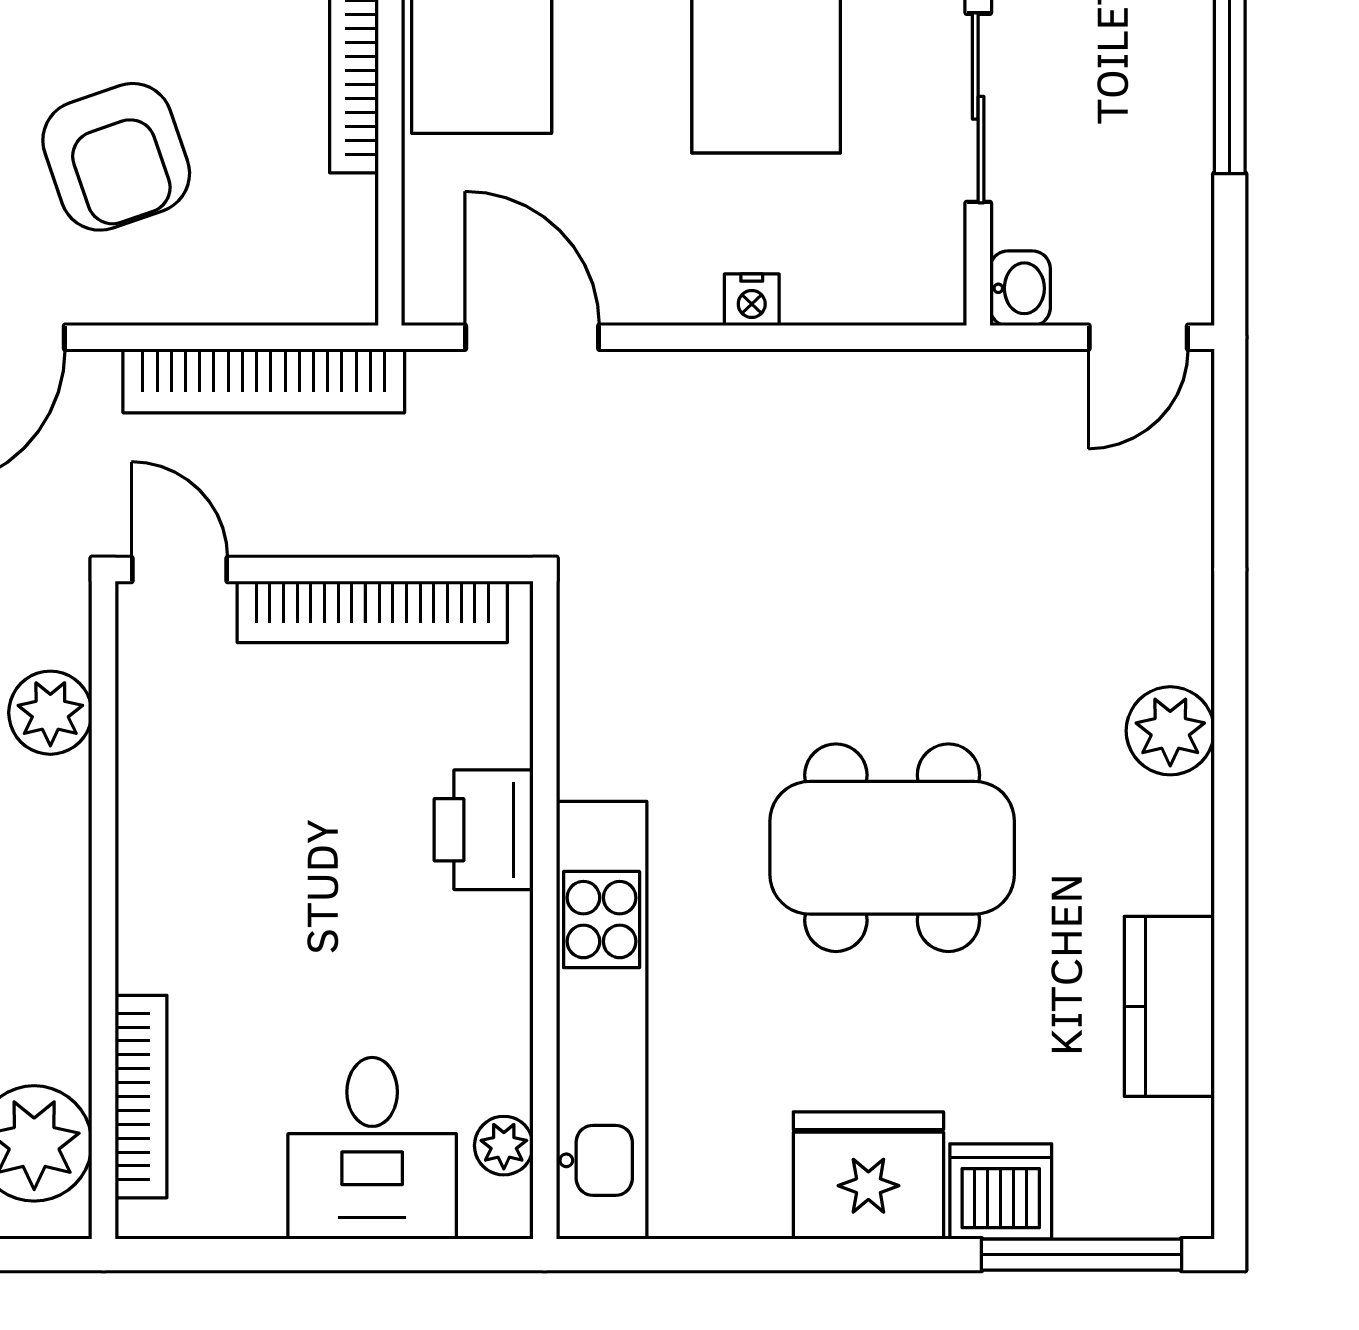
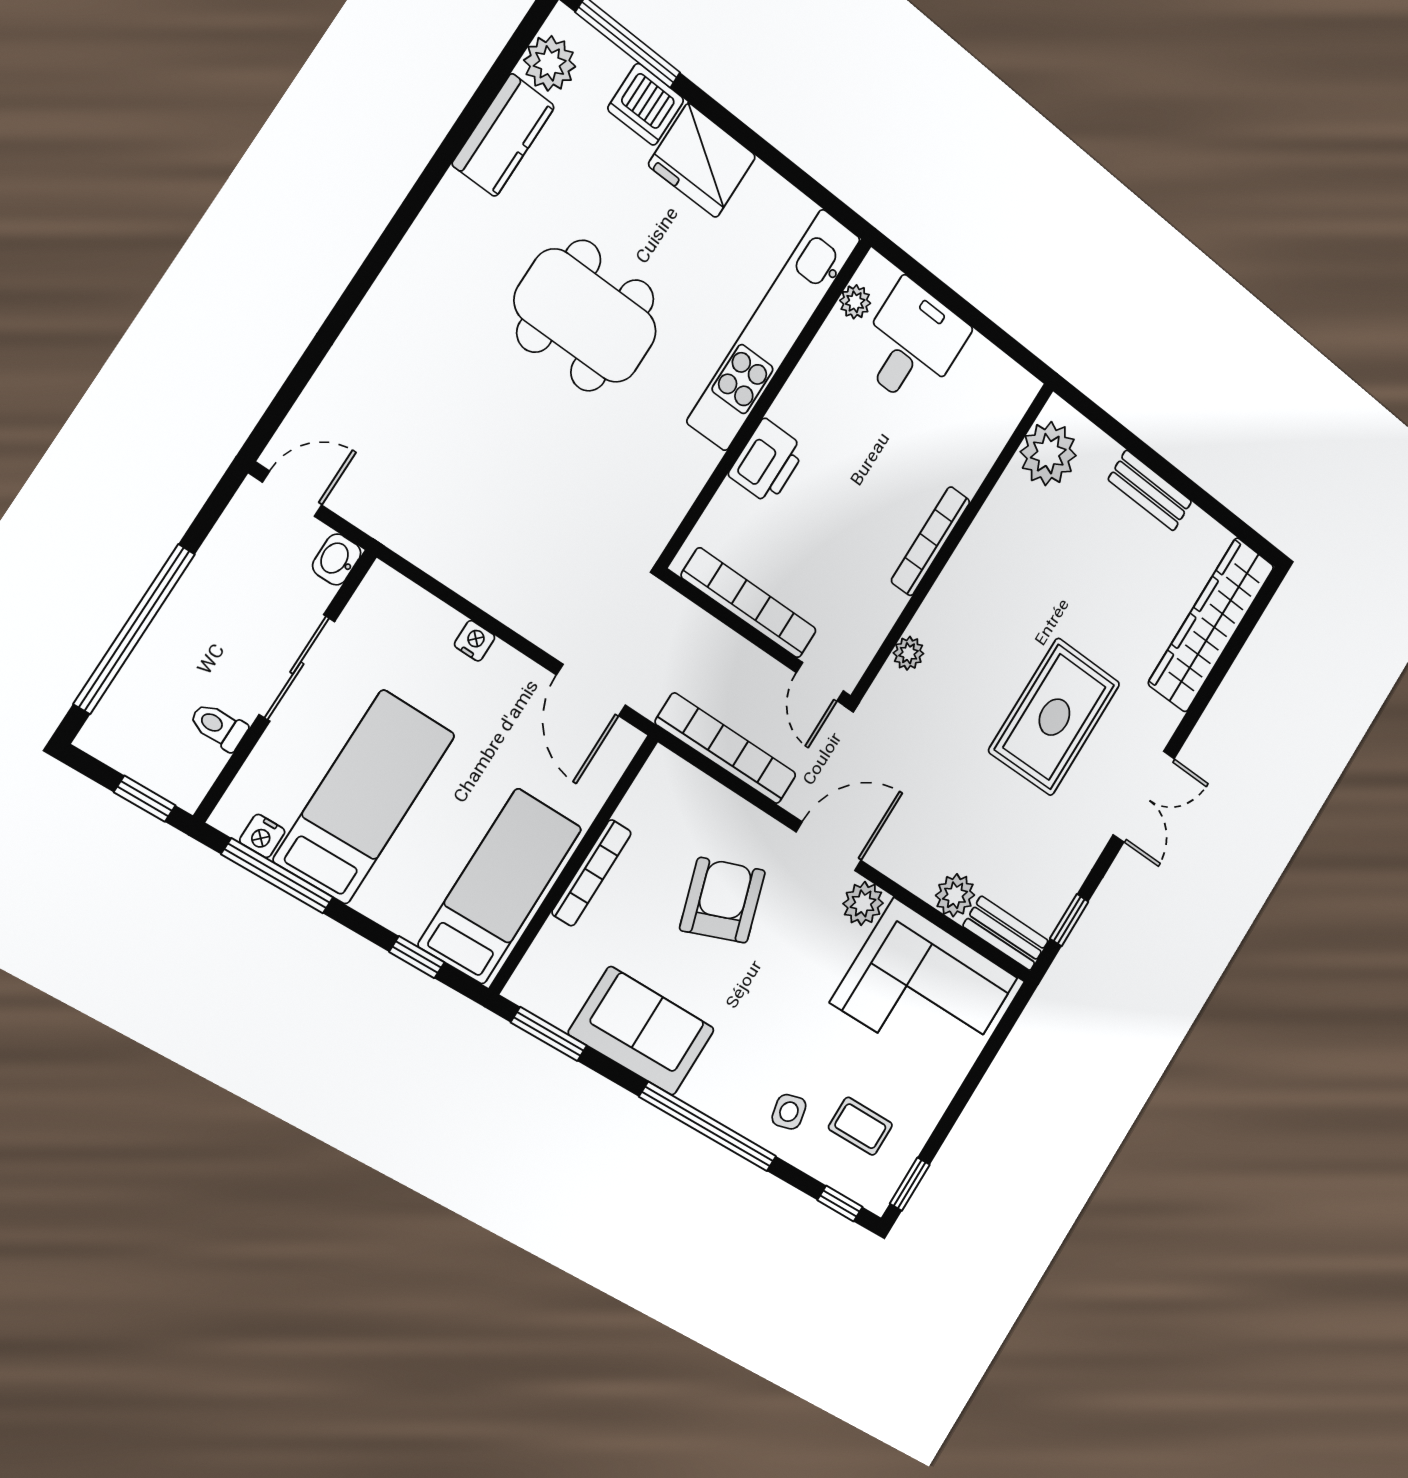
plant: (50, 713) -> (909, 653), width x0.73, depth x0.73
plant: (1170, 731) -> (550, 63), moved
bookcase: (141, 1097) -> (931, 541), moved

